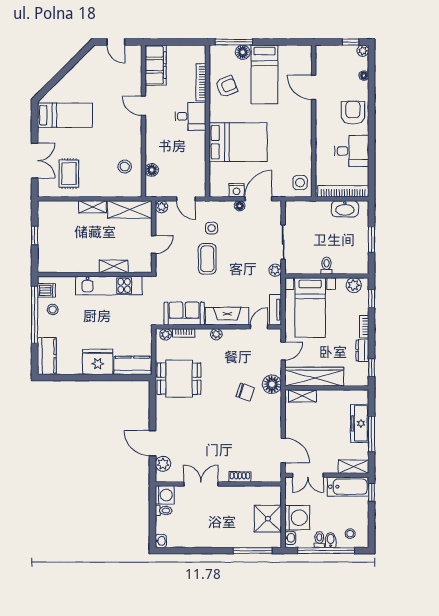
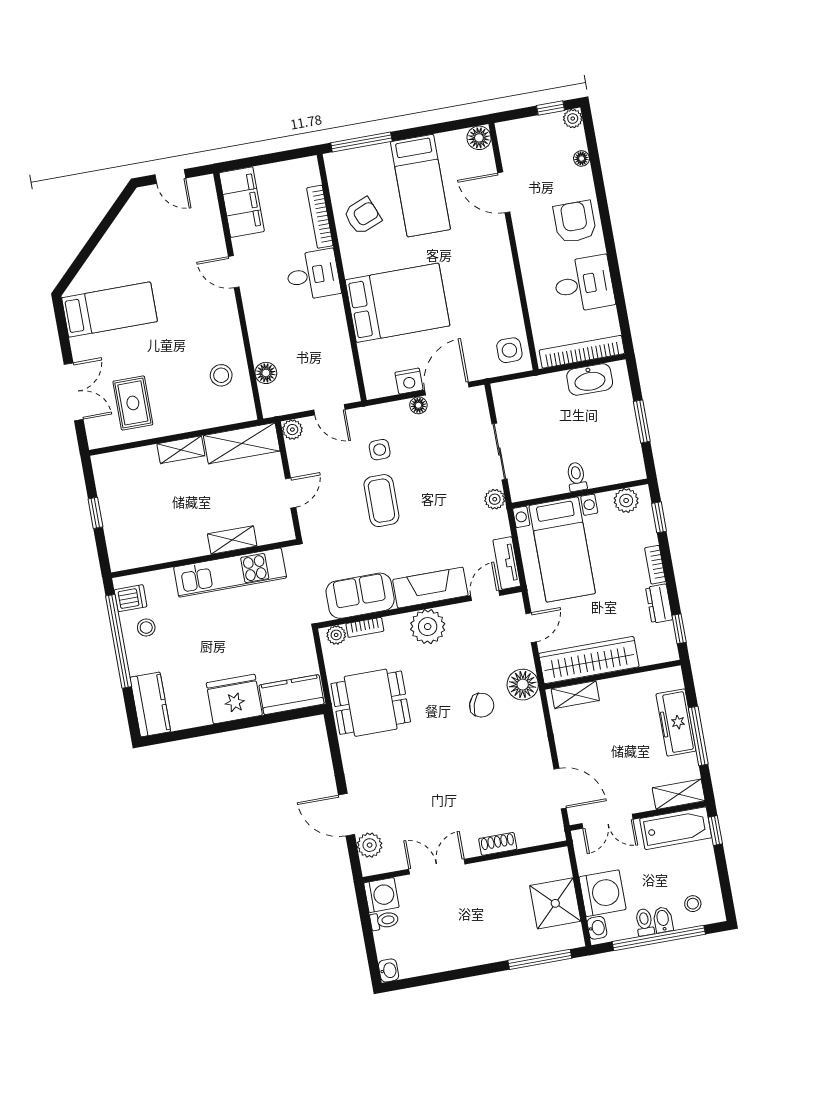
floor lamp: (243, 52) -> (479, 138), moved
plant: (216, 334) -> (428, 627), width x1.87, depth x1.87

